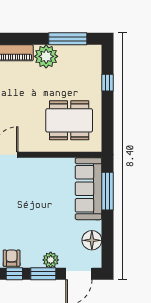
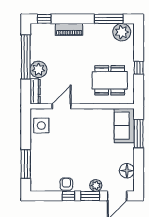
plant: (46, 56) -> (122, 32), moved
window: (107, 83) -> (139, 68), moved
sofa: (88, 189) -> (124, 126), width x0.73

